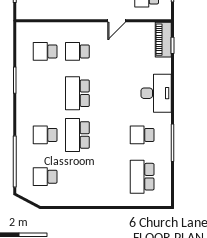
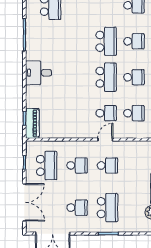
door: (117, 21) -> (105, 140), moved
desk: (156, 93) -> (39, 73), width x0.73
school desk: (142, 135) -> (134, 77), moved

